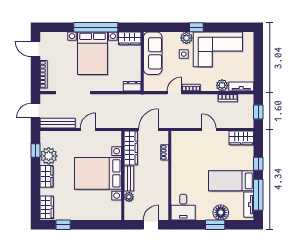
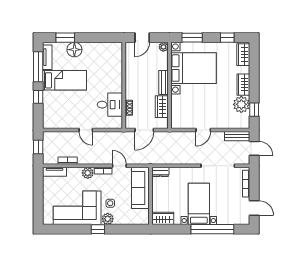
window: (96, 27) -> (212, 229), moved
bed with nightstands: (92, 53) -> (199, 204), width x0.73
sofa: (153, 53) -> (140, 188), moved
plant: (222, 85) -> (88, 173), moved
door: (174, 93) -> (119, 166), swing flipped
door: (35, 111) -> (254, 148), hinge flipped
bench: (58, 123) -> (237, 136), width x0.73
wardrobe: (241, 138) -> (55, 122), removed
wardrobe: (131, 148) -> (162, 107), width x0.67
bed with nightstands: (98, 173) -> (193, 68), moved
plant: (129, 197) -> (163, 47), moved
desk: (183, 207) -> (110, 105), moved, turned 90
window: (99, 225) -> (192, 38), added
window: (215, 225) -> (65, 38), moved

